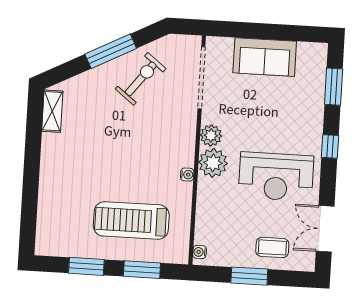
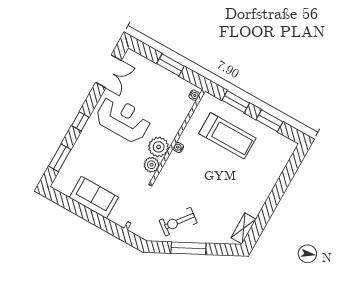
coffee table: (272, 247) -> (147, 76), removed

